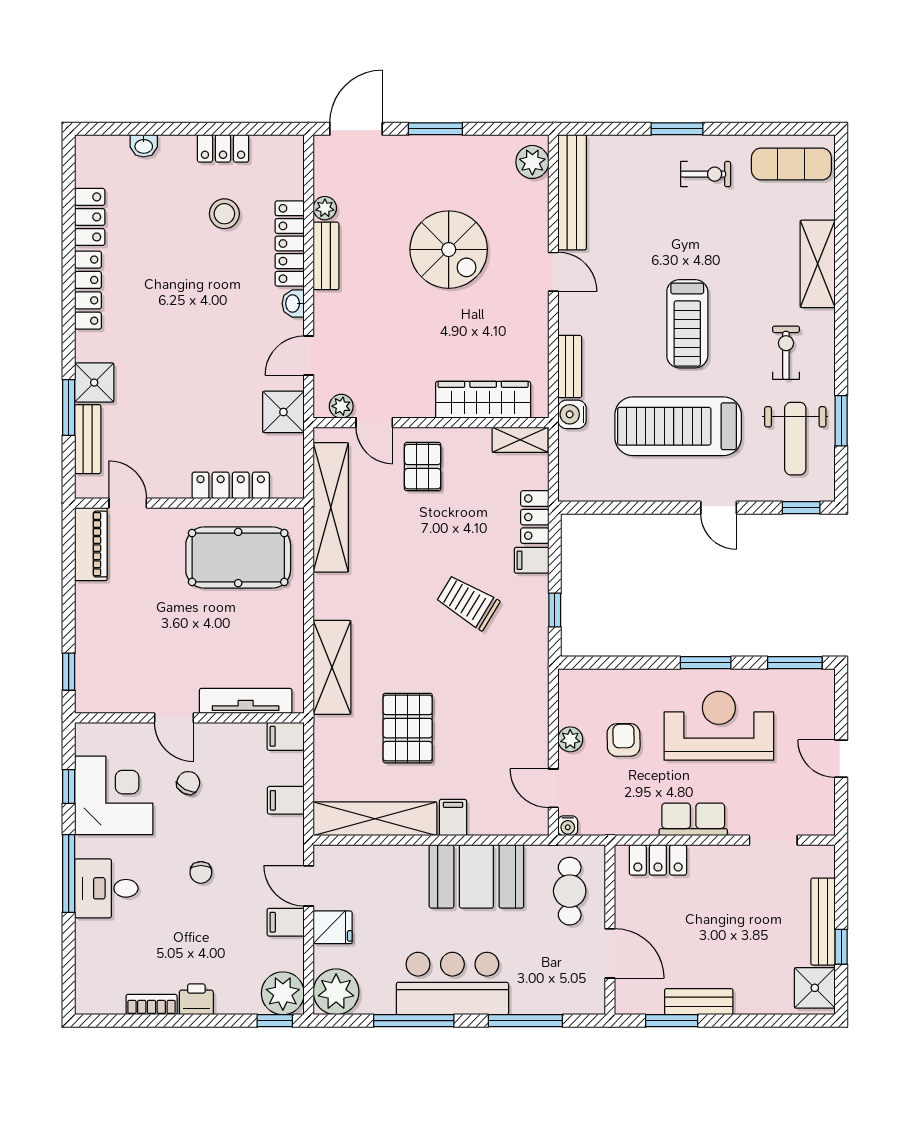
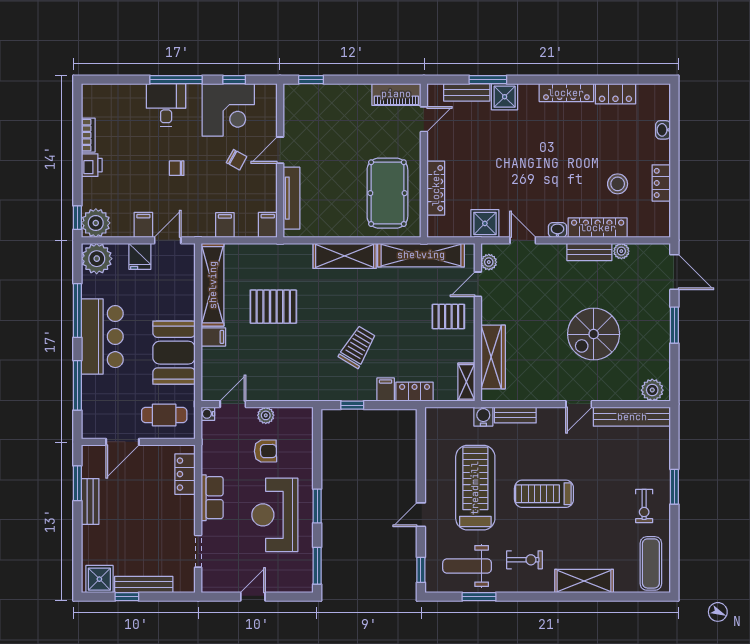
shelving: (332, 667) -> (345, 256), moved
reception desk: (719, 726) -> (275, 515), turned 180

